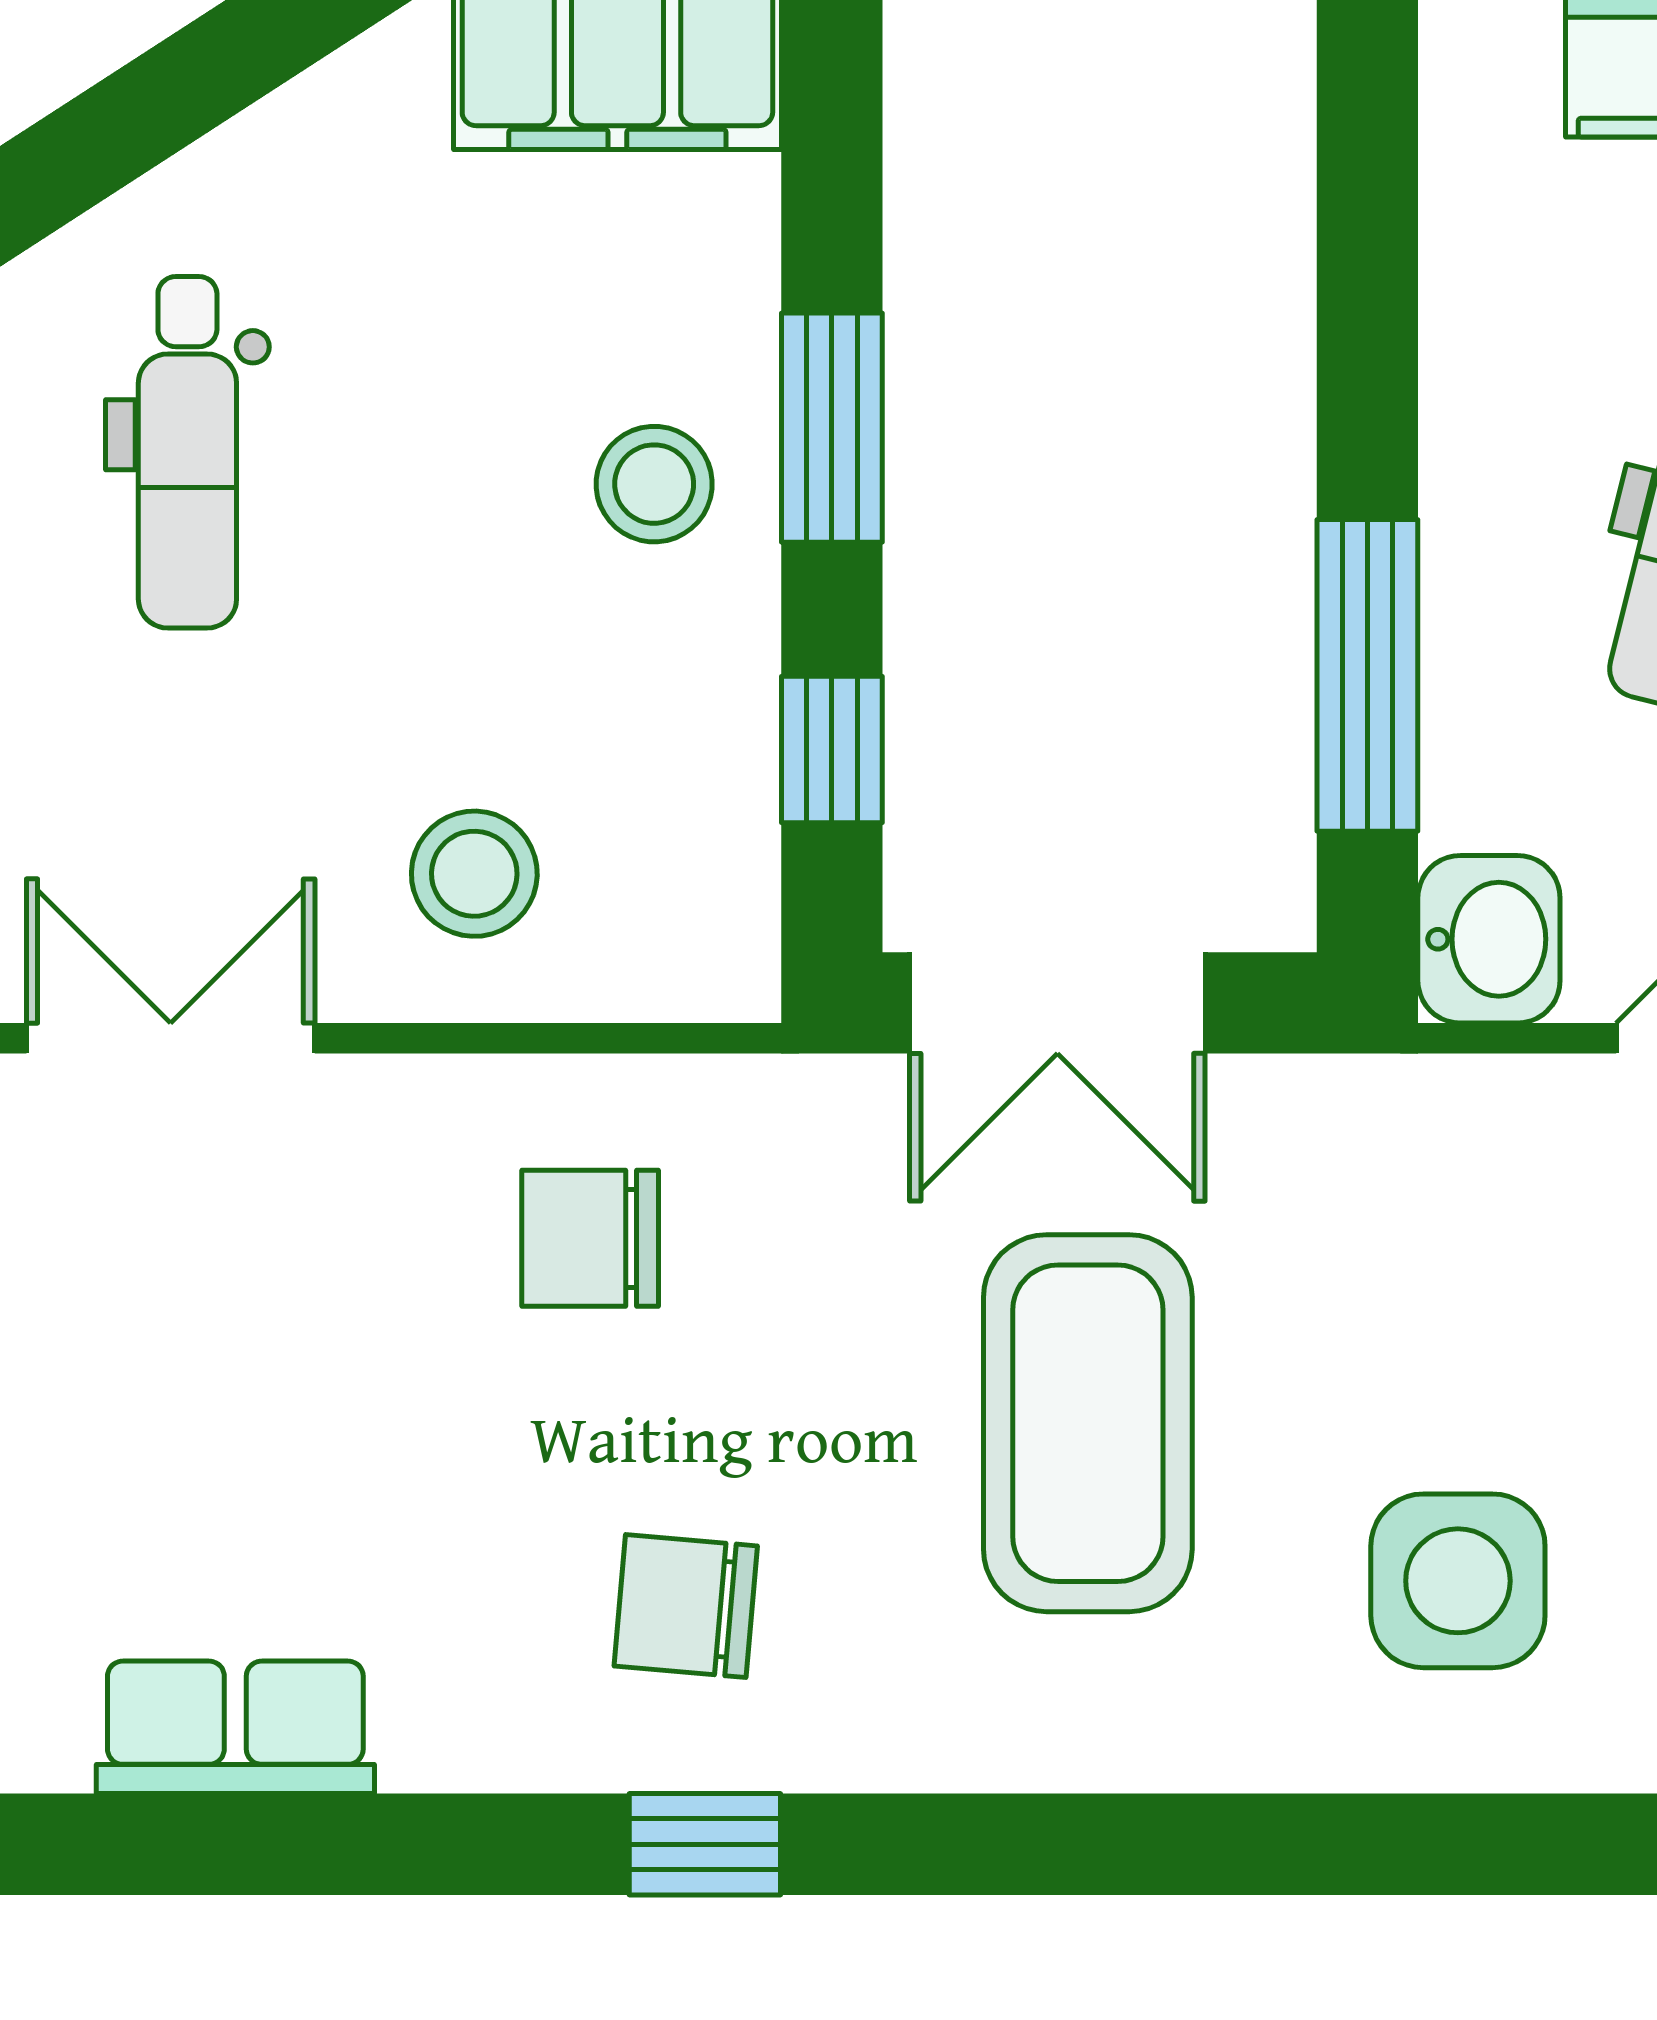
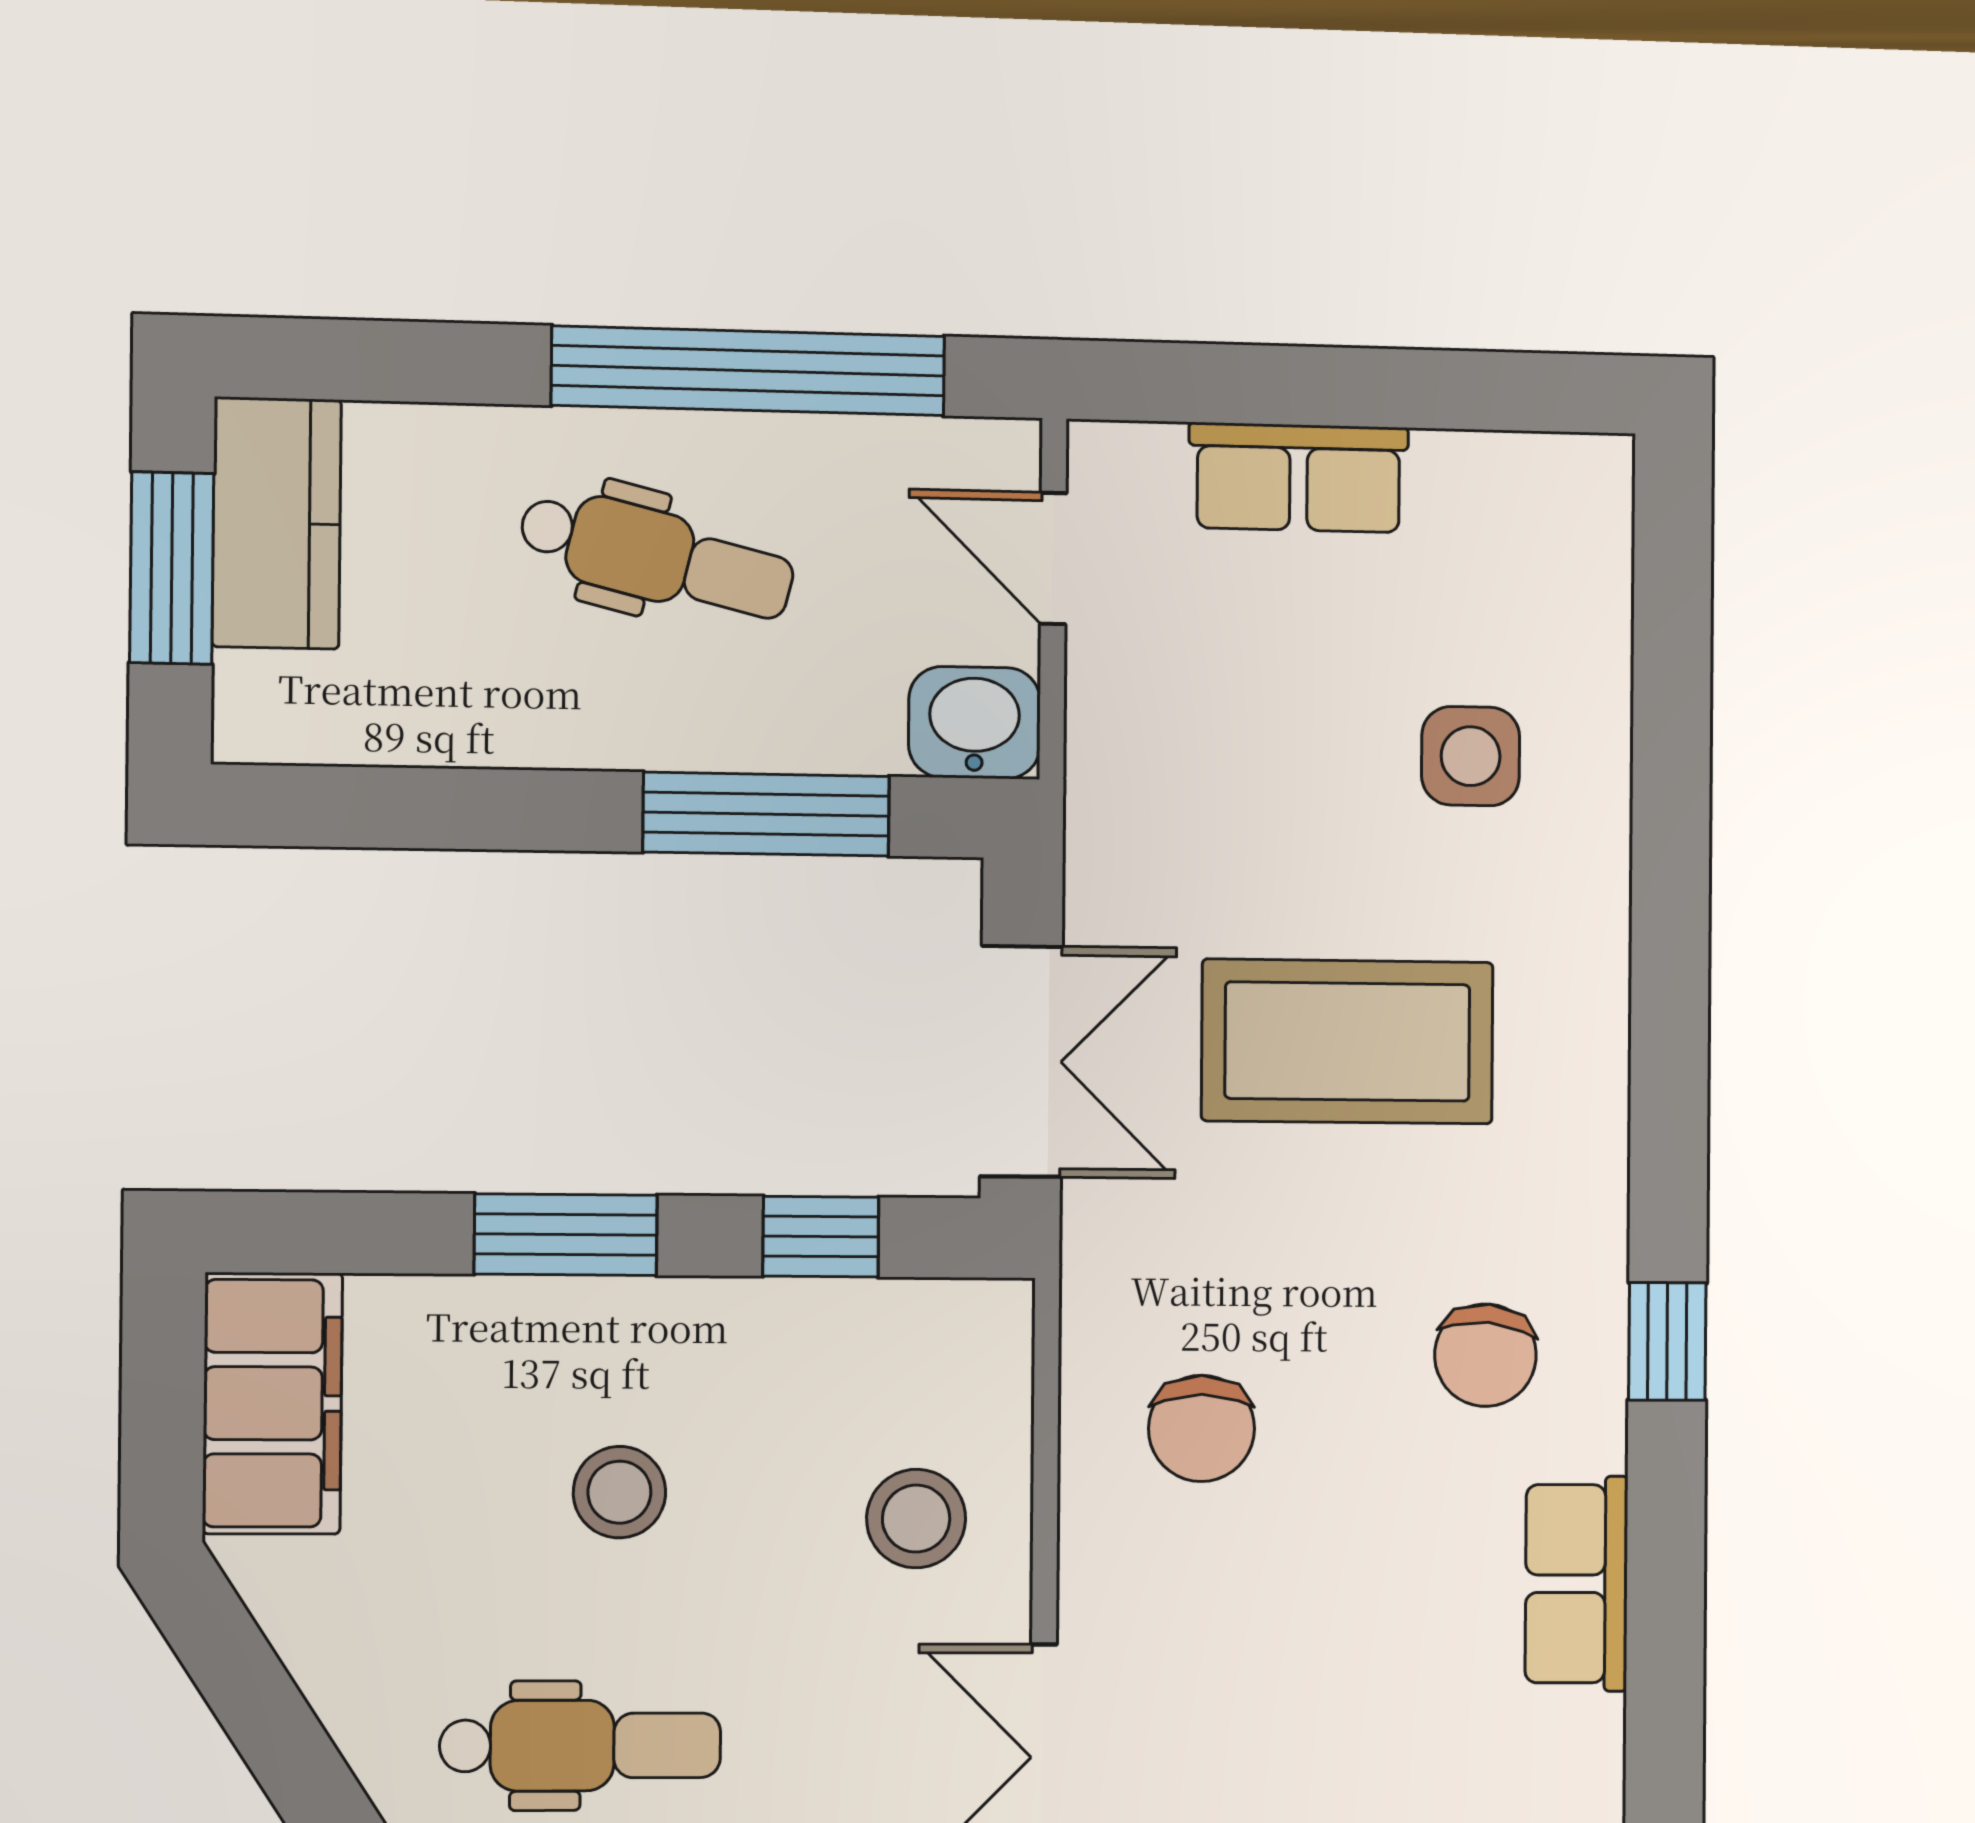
stool: (654, 484) -> (619, 1492), moved
side table: (1458, 1581) -> (1471, 756), width x0.73, depth x0.73
row of seats: (235, 1727) -> (1577, 1584), moved

